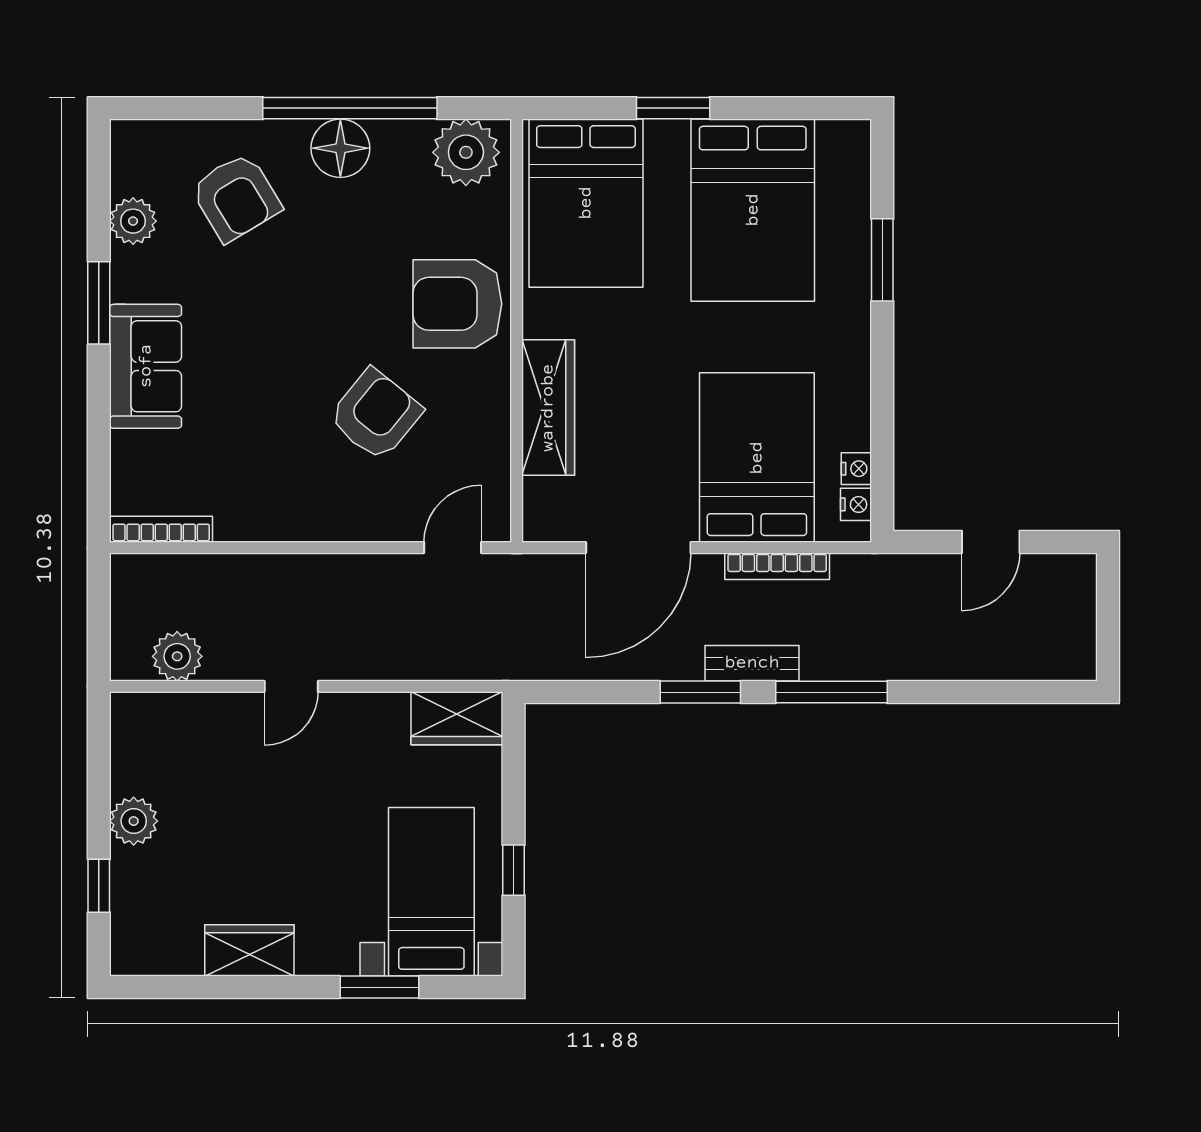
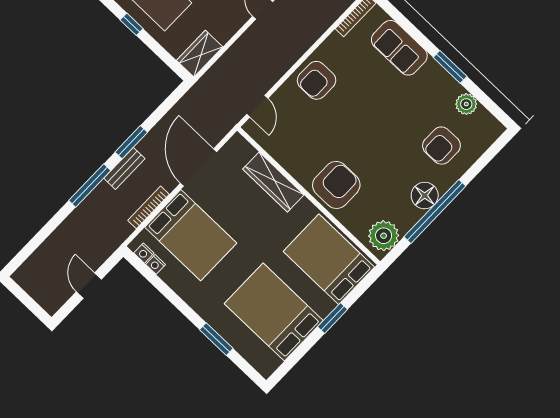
armchair: (236, 197) -> (441, 146), turned -59
sofa: (146, 366) -> (399, 48), moved
armchair: (375, 415) -> (317, 80), moved, turned 51

